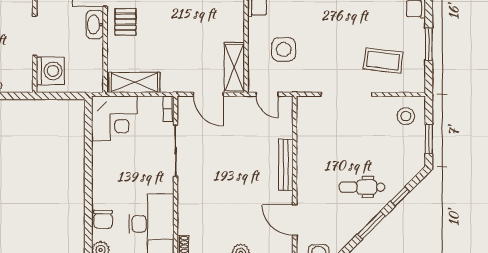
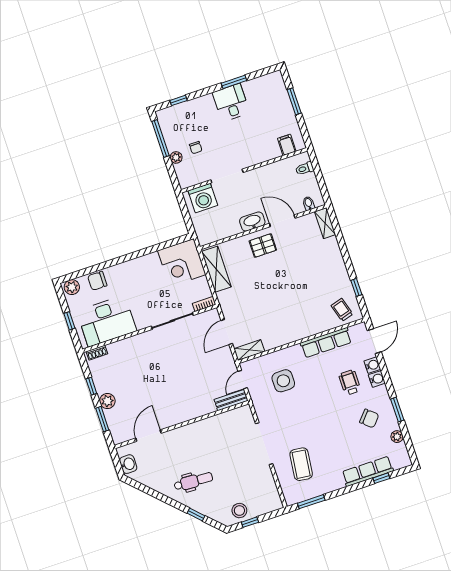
window: (429, 44) -> (311, 502), moved
shelving: (234, 67) -> (249, 350), width x0.67, depth x0.75
stool: (406, 116) -> (239, 511), moved
window: (429, 139) -> (250, 522), width x0.67
bench: (286, 165) -> (231, 400), moved, width x0.73
dental chair: (362, 187) -> (193, 481), turned 93
window: (371, 225) -> (165, 499), removed

